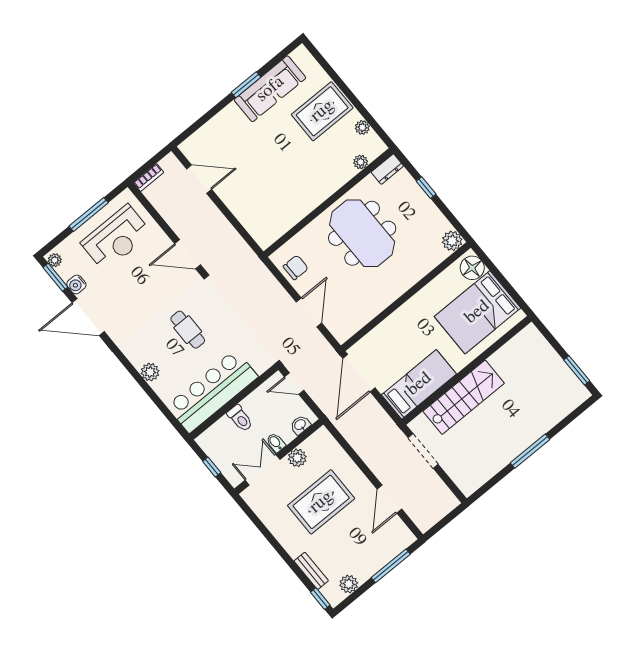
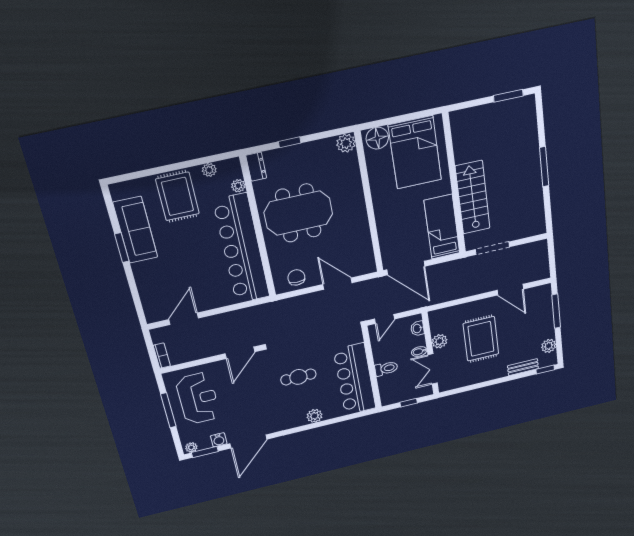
bar counter: (299, 198) -> (242, 249), added

